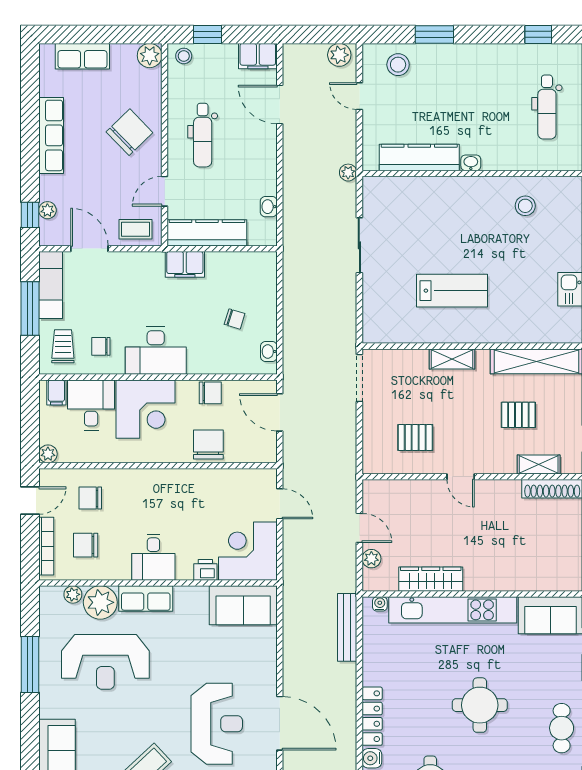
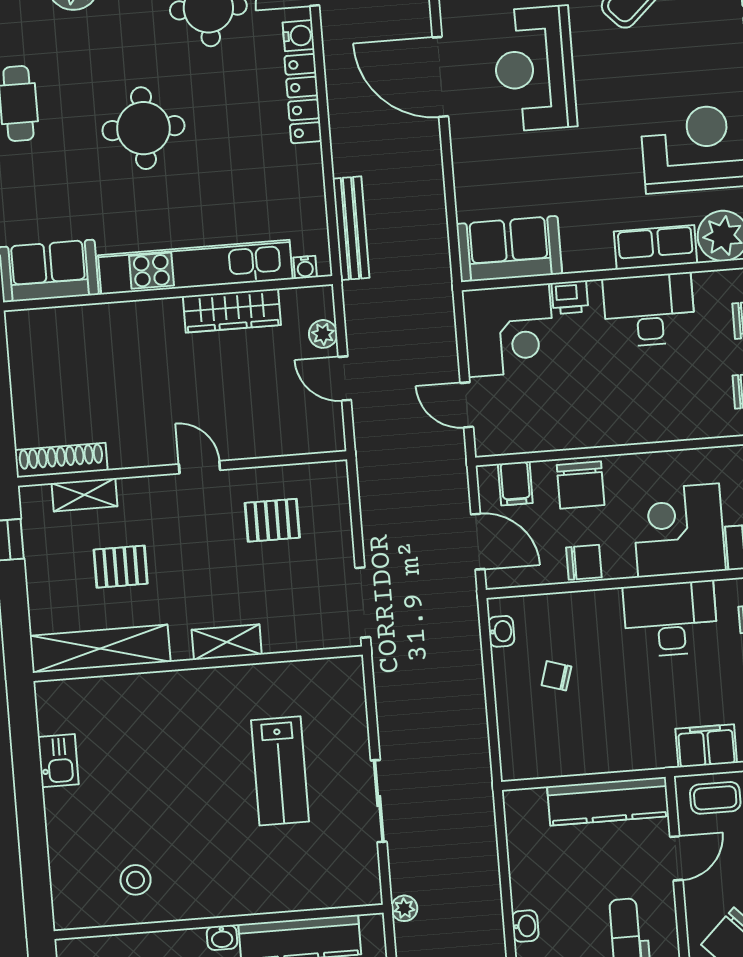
washbasin: (269, 207) -> (525, 926), moved
filing cabinet: (185, 264) -> (706, 746), moved
lab bench: (452, 291) -> (280, 771), moved, turned -90
chair: (210, 393) -> (584, 562), turned 180
filing cabinet: (252, 449) -> (515, 483), added
desk: (153, 557) -> (649, 310), width x1.37

